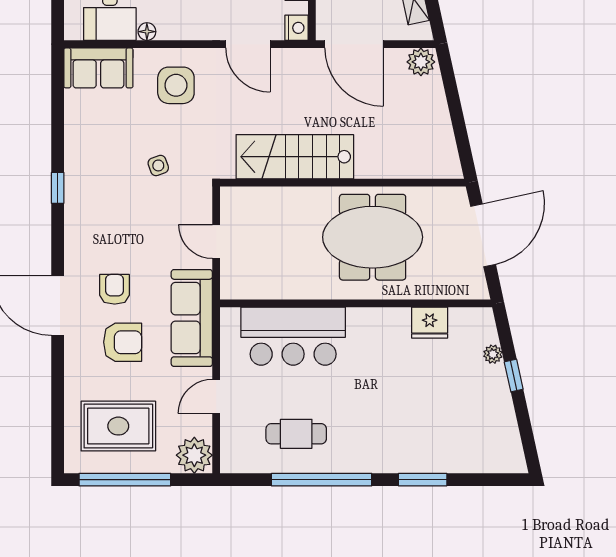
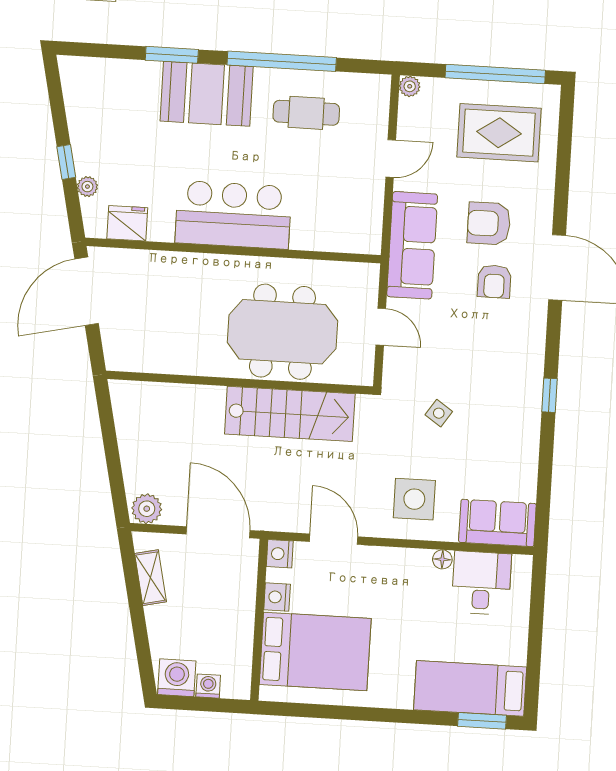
side table: (158, 165) -> (439, 413), turned -37
door: (483, 235) -> (87, 291), moved
meeting table: (373, 237) -> (282, 332), moved
fridge: (430, 323) -> (127, 223), moved
bar counter: (293, 336) -> (233, 215), moved
booth: (389, 446) -> (207, 94), added
plant: (194, 455) -> (410, 86), width x0.53, depth x0.53

